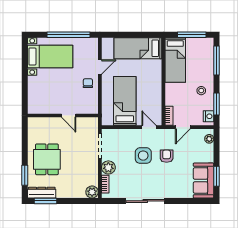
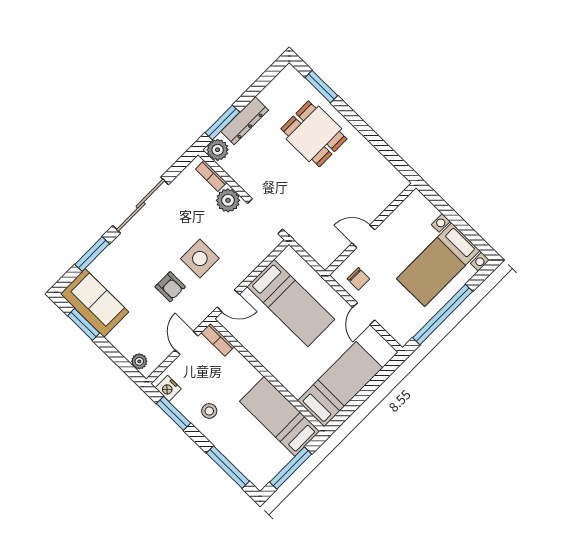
wall: (63, 116) -> (370, 229), moved
door: (69, 116) -> (363, 236), moved
dresser: (42, 193) -> (245, 121), moved
window: (45, 201) -> (222, 122), moved
window: (185, 201) -> (92, 254), added

